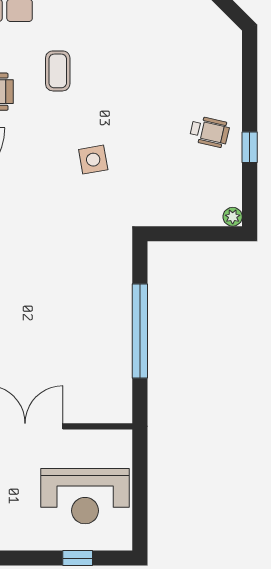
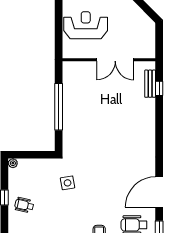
side table: (93, 160) -> (68, 183), moved

